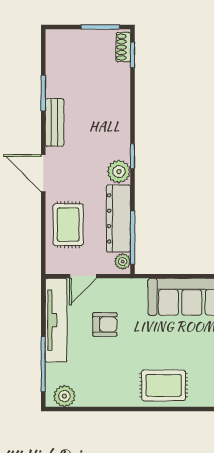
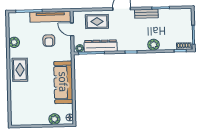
plant: (119, 172) -> (154, 45), moved
plant: (64, 396) -> (14, 42), moved

